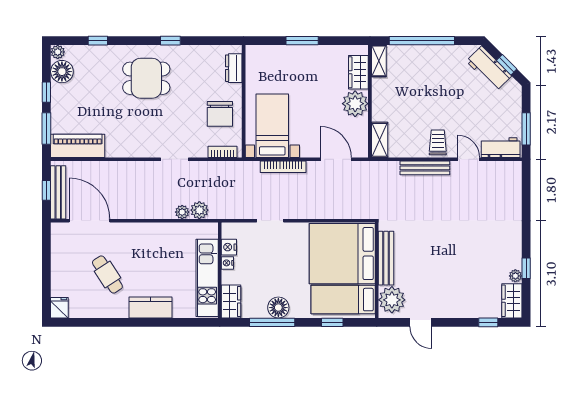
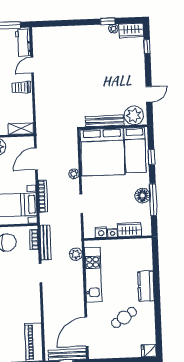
bench: (425, 168) -> (45, 243), moved
plant: (182, 212) -> (74, 174), moved
kitchen unit: (207, 278) -> (93, 275), moved, turned -90
wardrobe: (231, 301) -> (129, 230), moved

